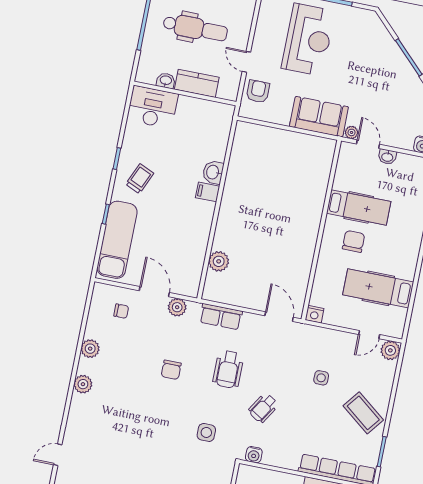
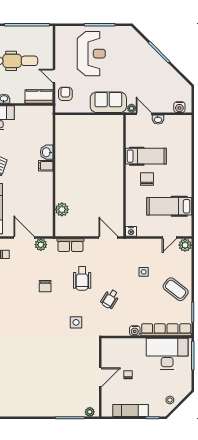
kitchen counter: (197, 83) -> (39, 97), moved
water cooler: (254, 455) -> (135, 331), moved

